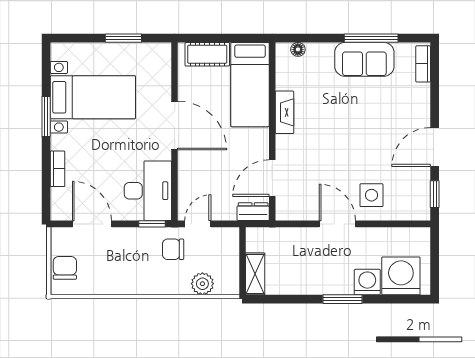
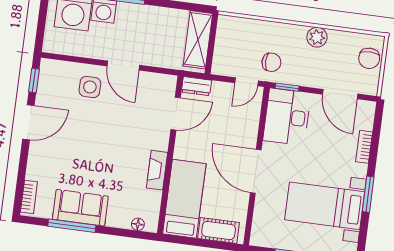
shelving: (255, 274) -> (198, 40), width x1.50, depth x1.33
plant: (202, 284) -> (317, 37), moved

